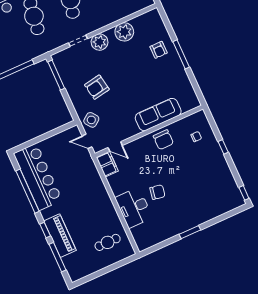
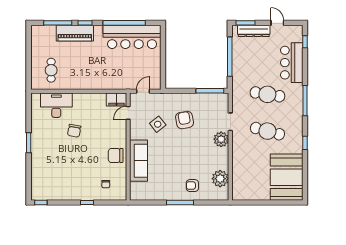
plant: (124, 32) -> (220, 179), moved
side table: (91, 120) -> (158, 124), moved
desk: (134, 208) -> (56, 105), moved

